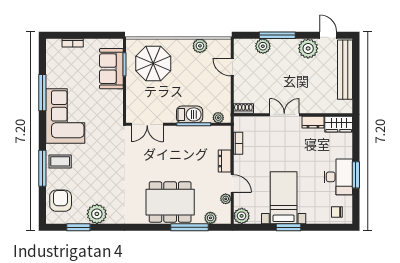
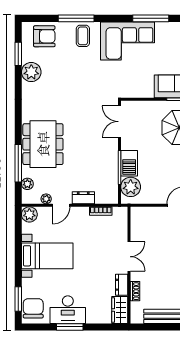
shoe rack: (243, 109) -> (135, 291), moved
plant: (218, 118) -> (131, 187), width x1.87, depth x1.87
chair: (337, 212) -> (33, 308), width x1.87, depth x1.87
window: (289, 227) -> (18, 299), moved

